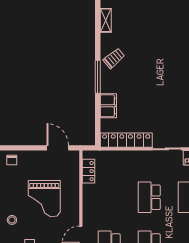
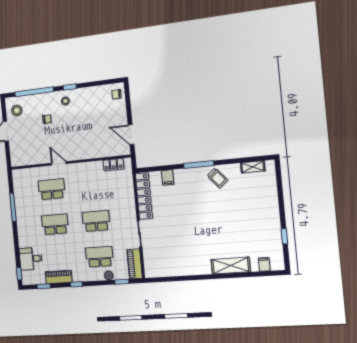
filing cabinet: (108, 106) -> (168, 177), width x0.50
door: (58, 148) -> (131, 135), swing flipped
grand piano: (44, 199) -> (86, 127), removed

